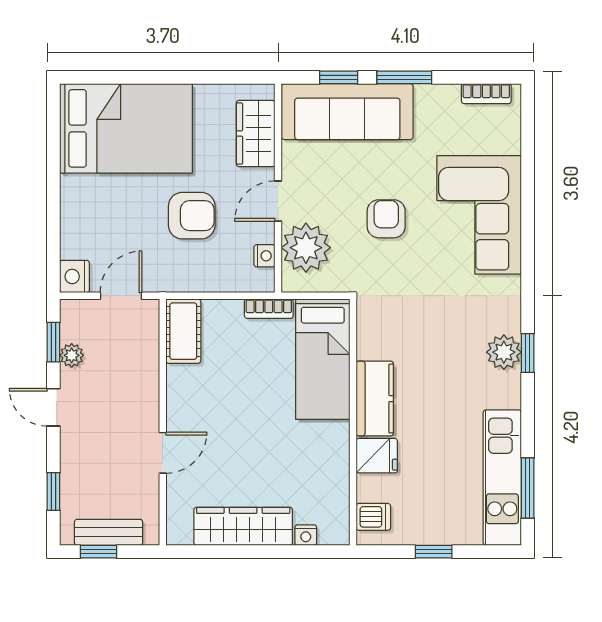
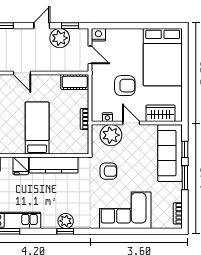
armchair: (192, 216) -> (125, 86), turned -90
armchair: (386, 219) -> (108, 171), moved
plant: (72, 355) -> (60, 38), width x1.88, depth x1.88
bed: (323, 359) -> (37, 128), moved, turned 90
kitchen counter: (375, 399) -> (54, 165), width x1.50

